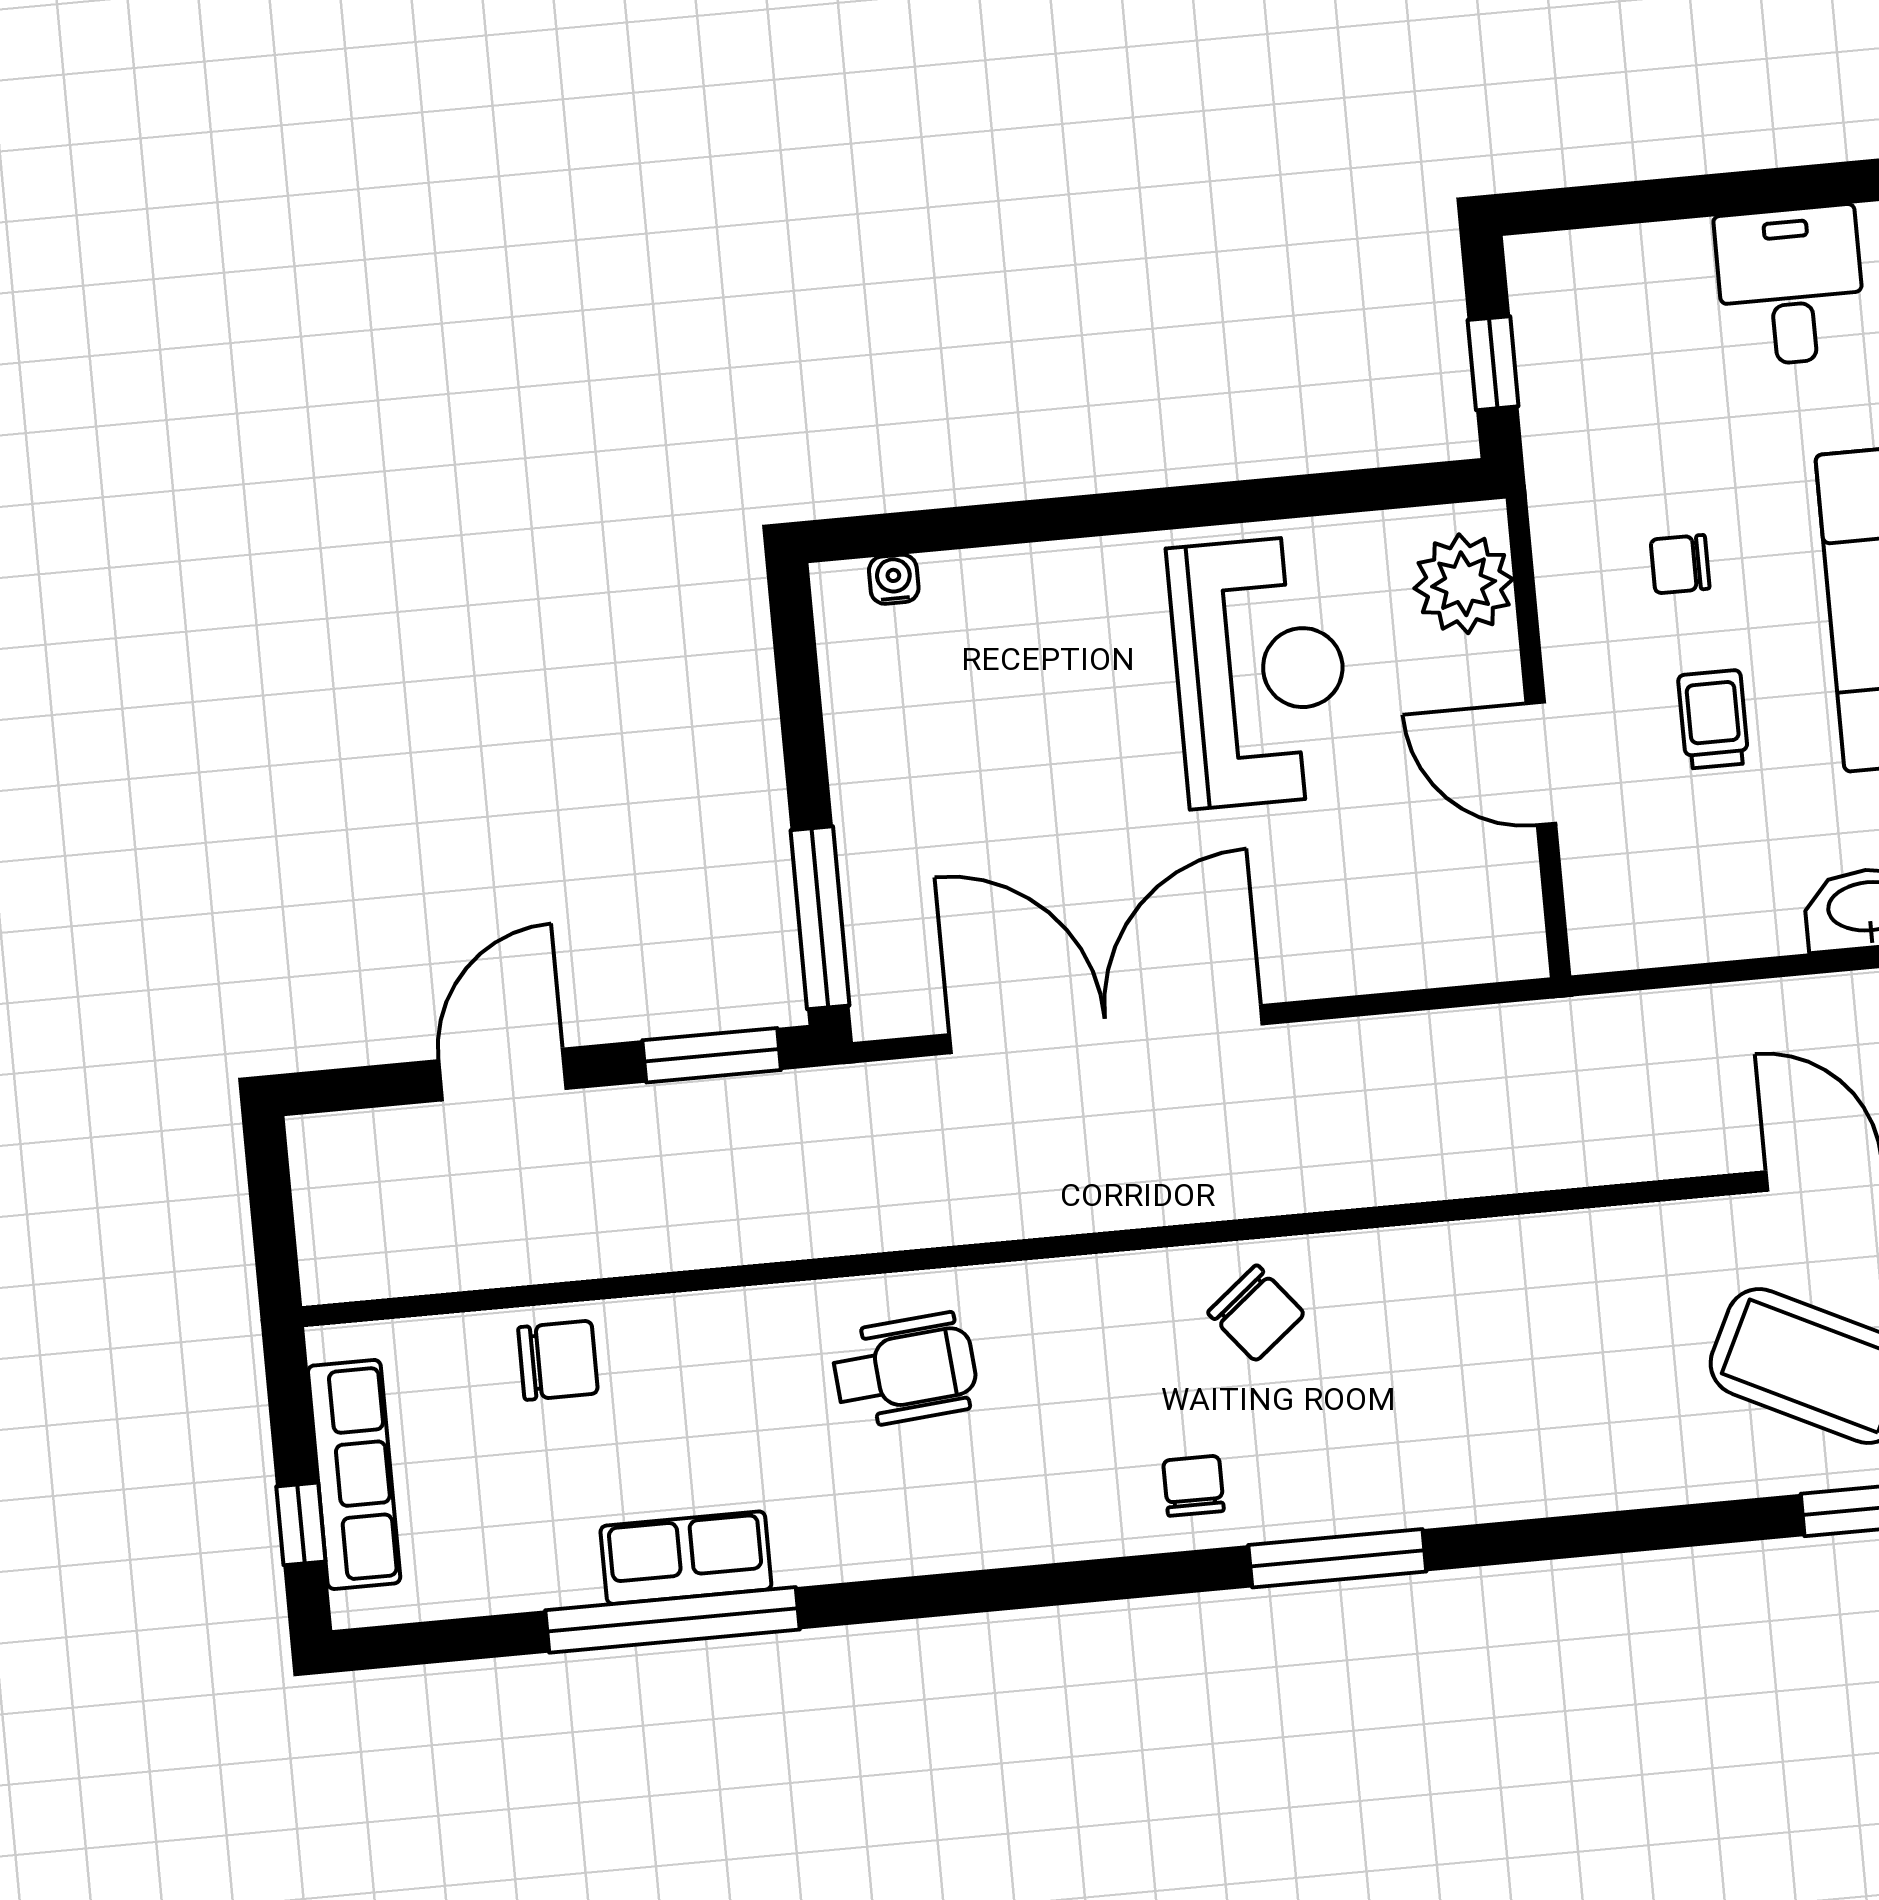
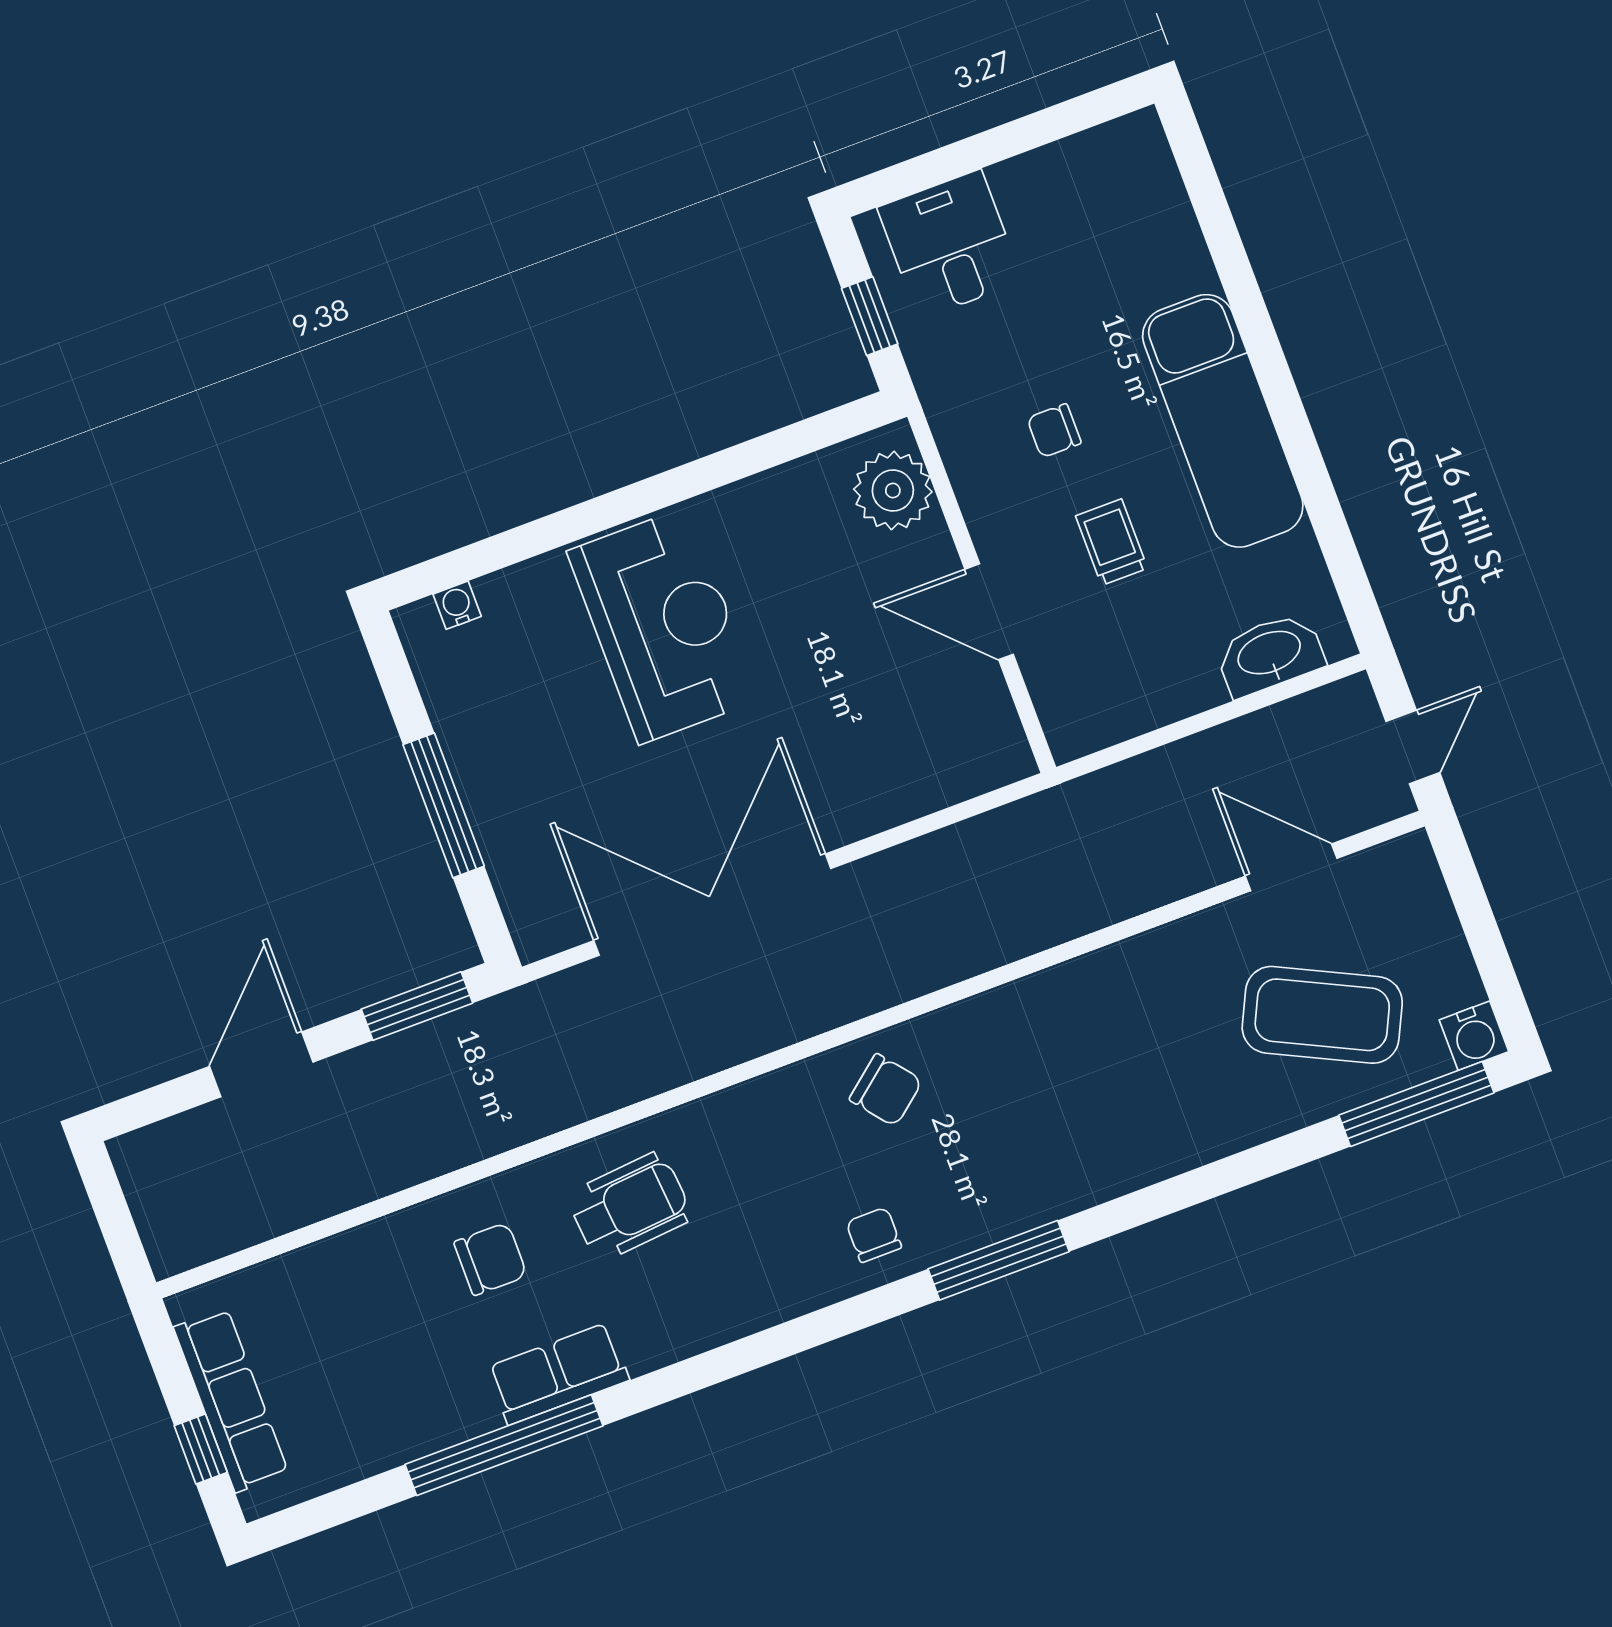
desk: (1790, 286) -> (950, 244), moved
reception desk: (1260, 672) -> (663, 626), moved
window: (820, 918) -> (444, 805), moved
chair: (558, 1360) -> (490, 1259), moved
row of seats: (686, 1558) -> (558, 1374), moved

